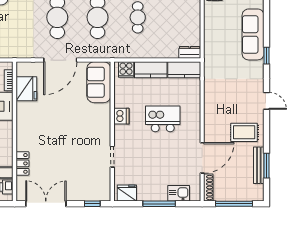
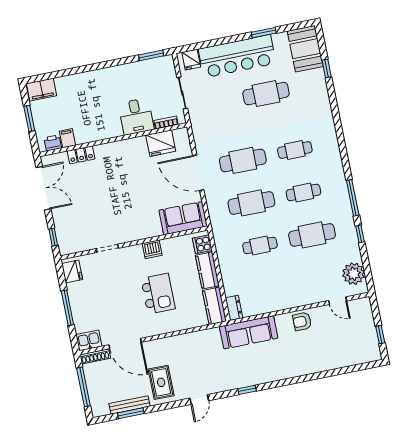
sofa: (253, 34) -> (249, 332), moved, turned 180
kitchen sink: (179, 193) -> (89, 340), moved, turned -90

